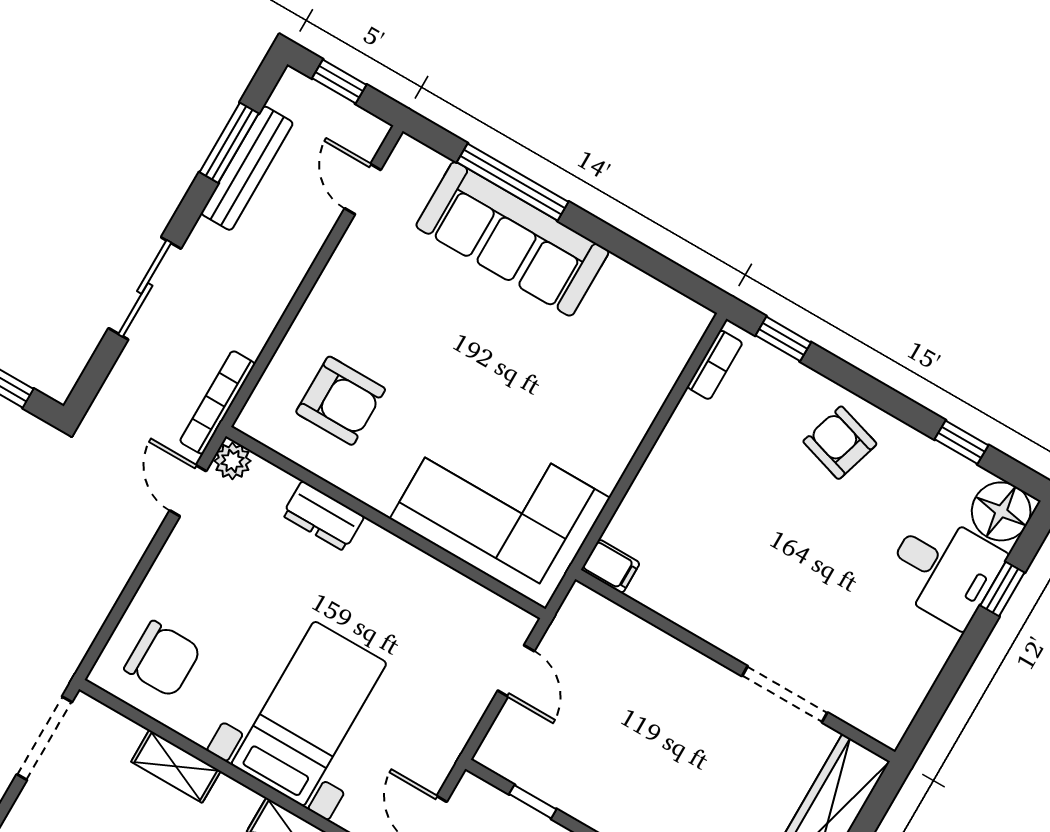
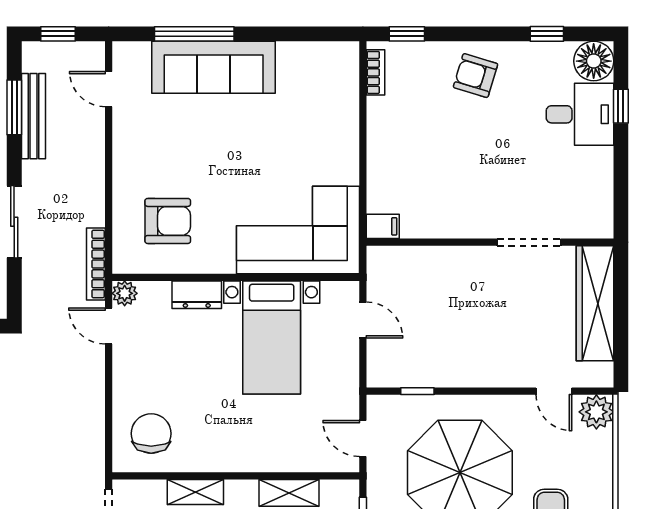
chair: (163, 659) -> (151, 434), turned -90
bed with nightstands: (309, 714) -> (272, 337), moved, turned 180

